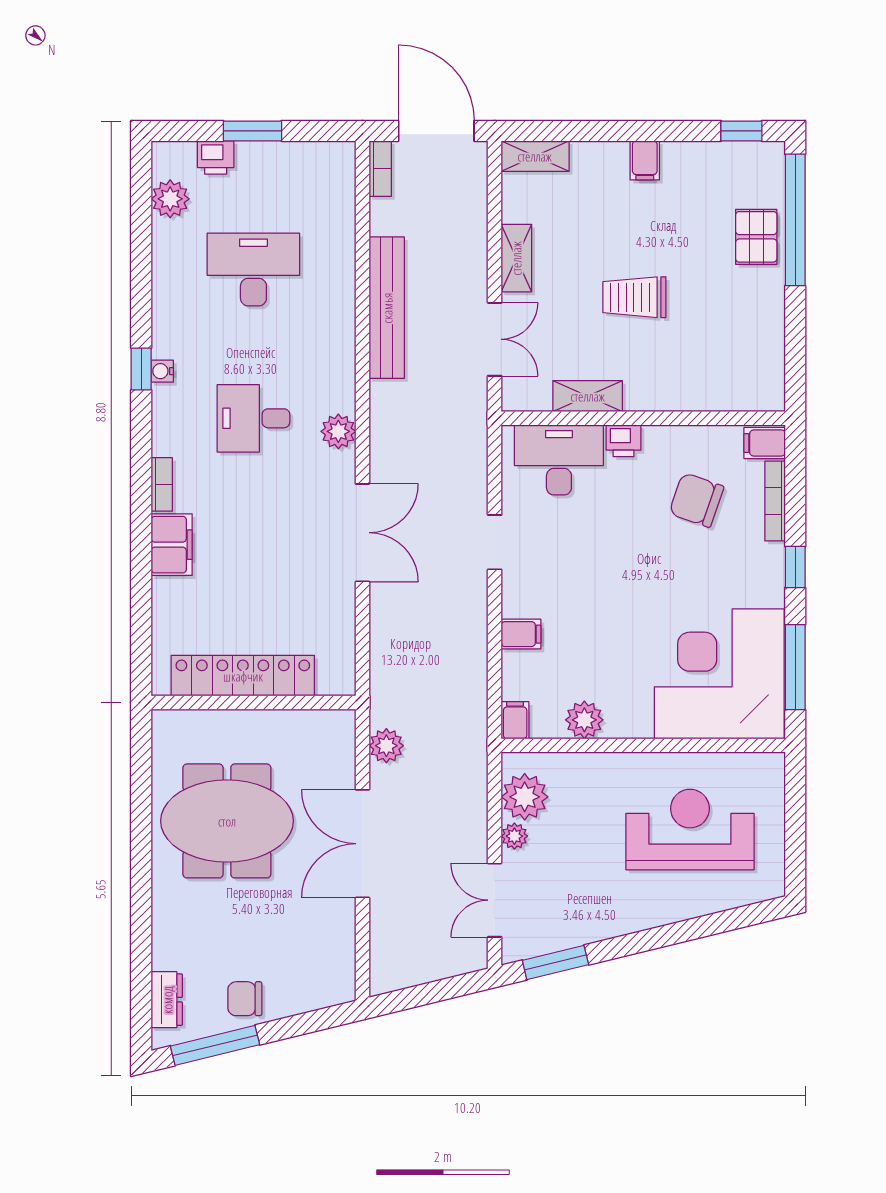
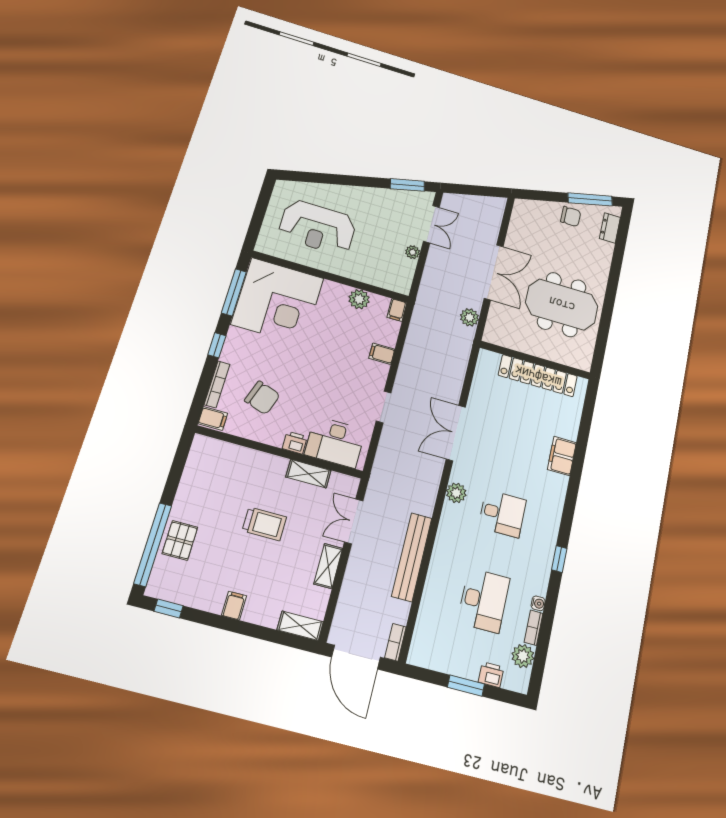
desk: (253, 270) -> (484, 600), turned -90
water cooler: (162, 371) -> (538, 603), moved
bookcase: (162, 484) -> (534, 628), moved
plant: (525, 797) -> (402, 270), removed

